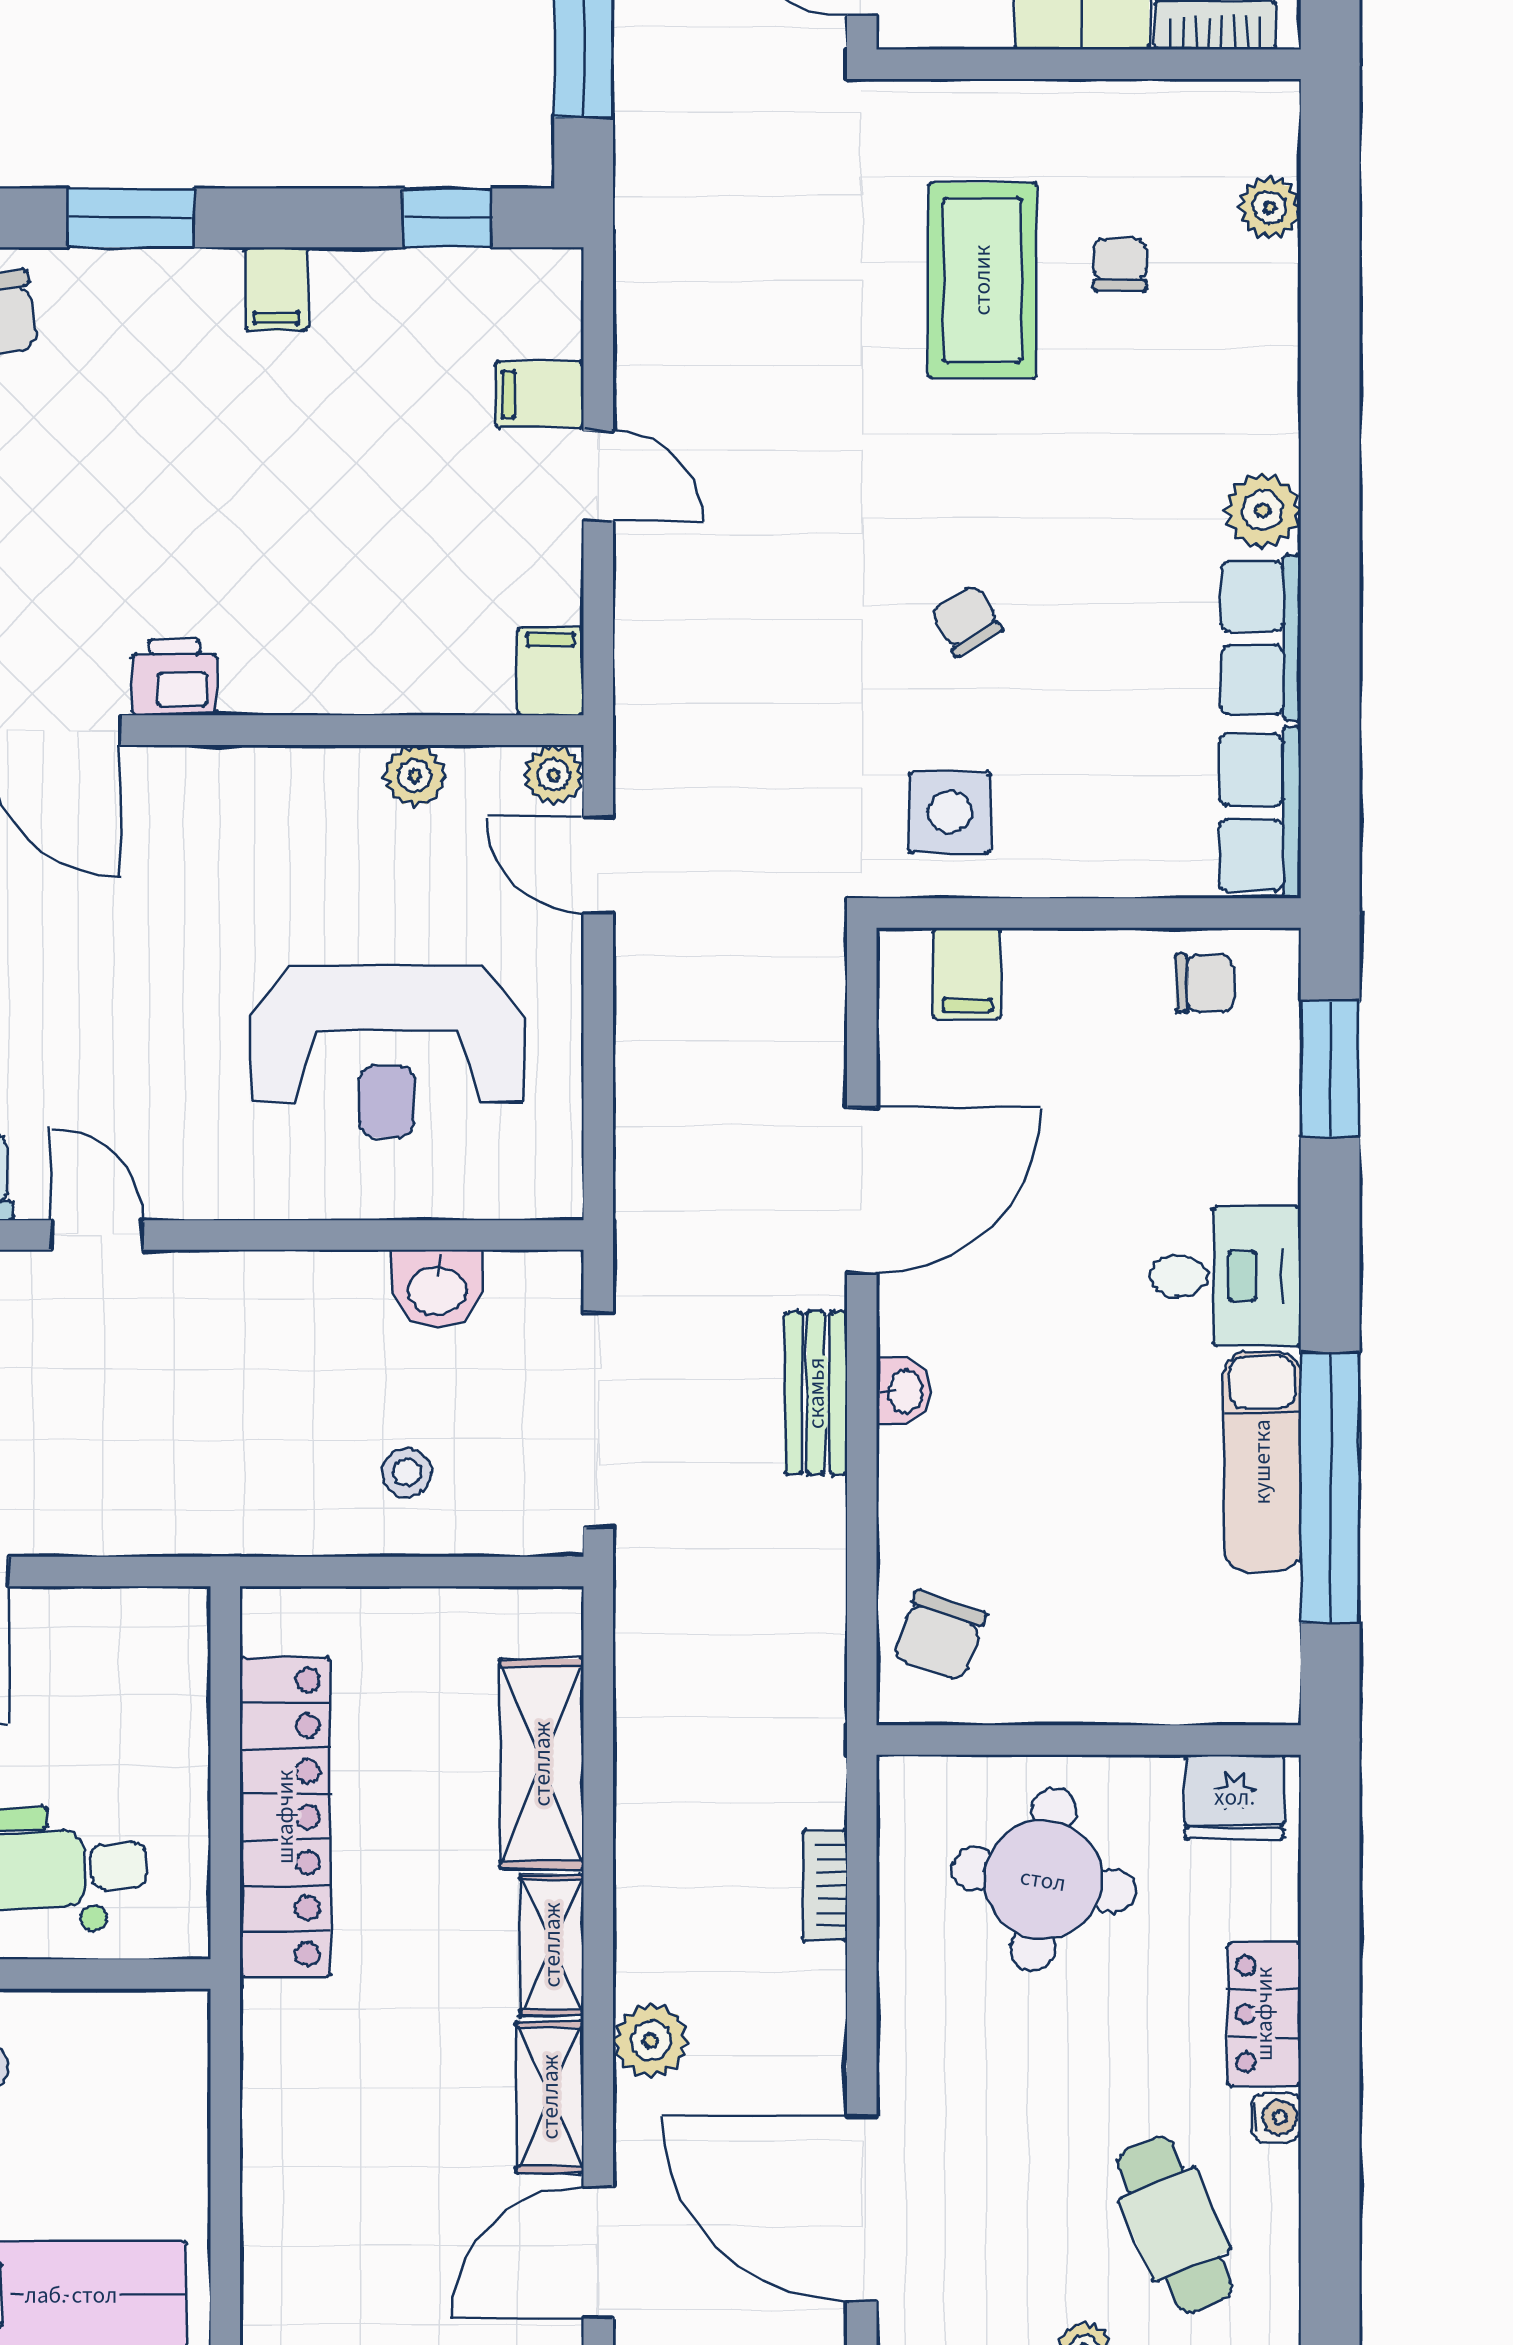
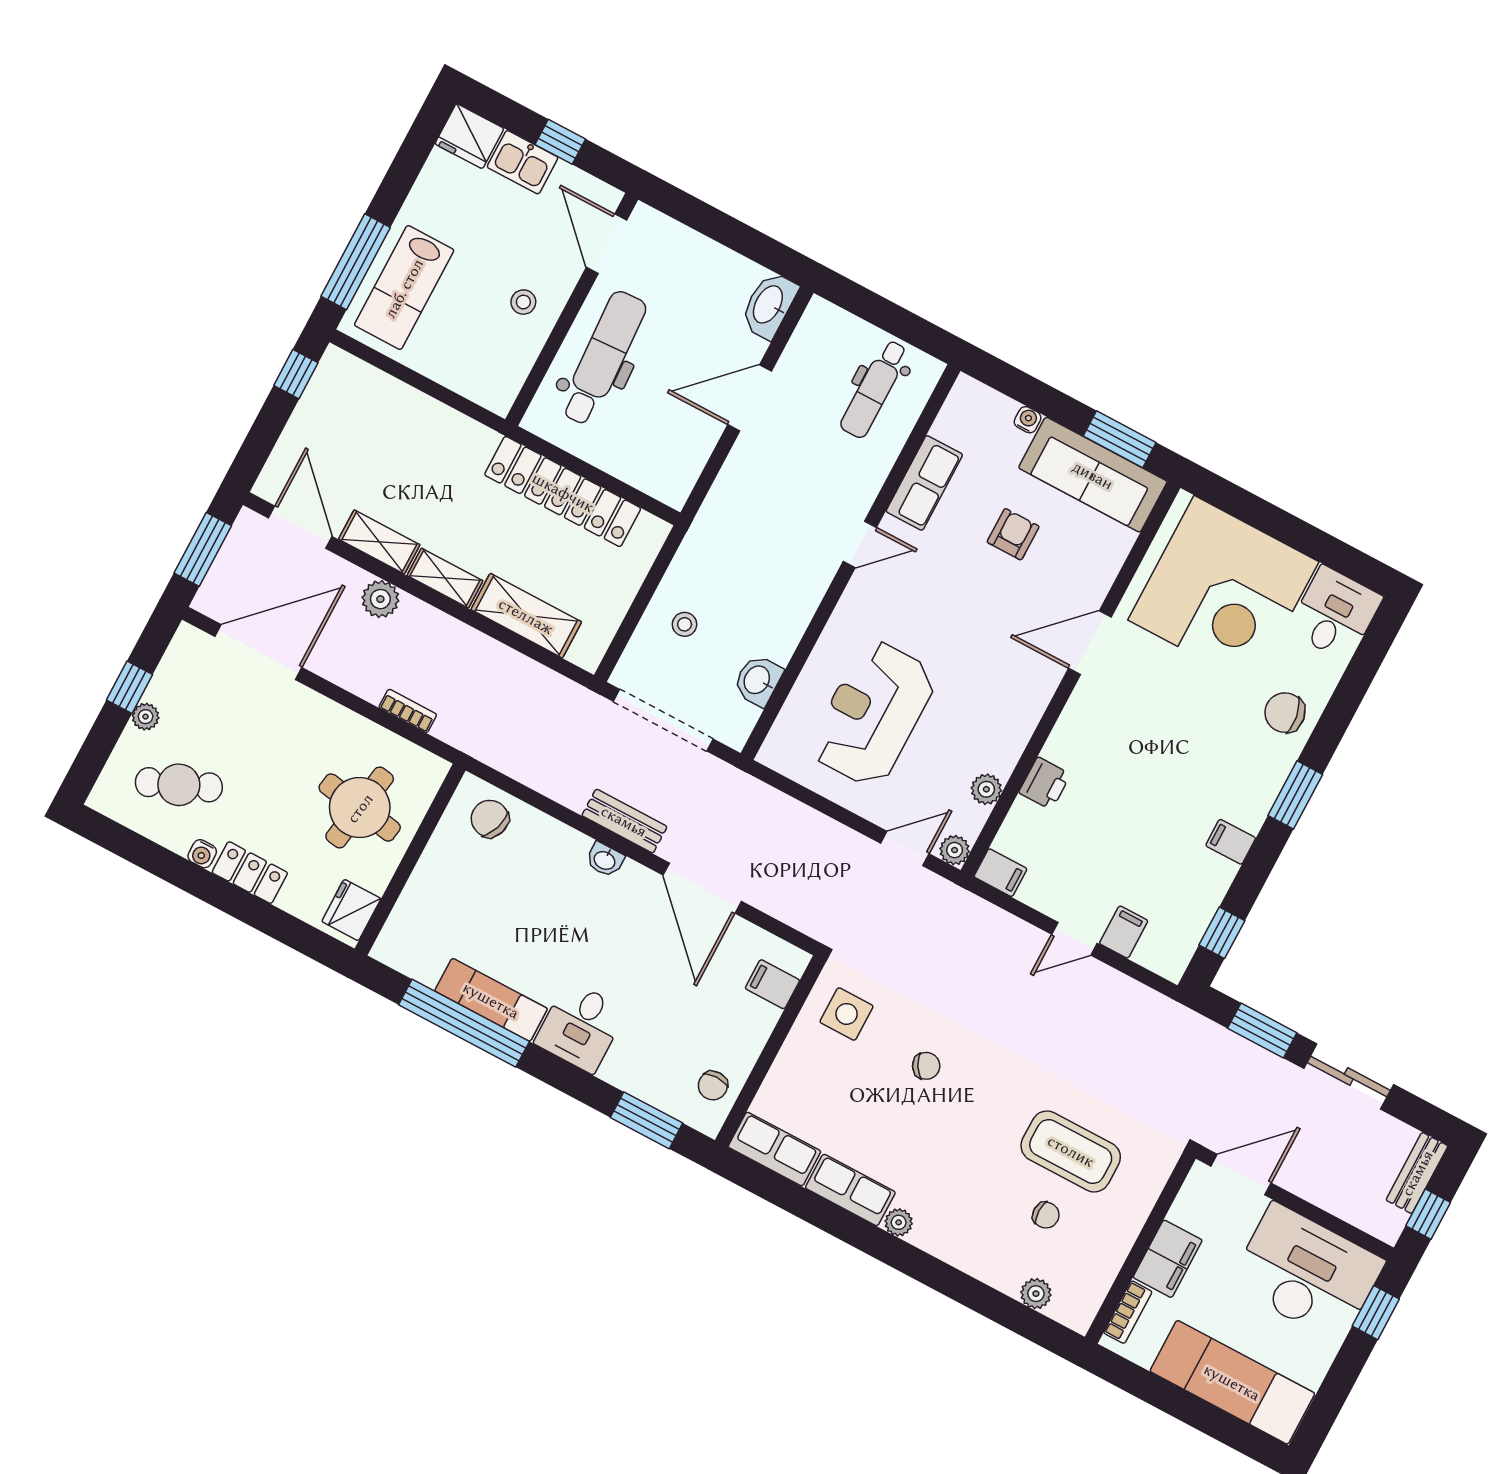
plant: (1262, 510) -> (899, 1222), width x0.73, depth x0.73
printer: (174, 677) -> (1045, 783), moved

